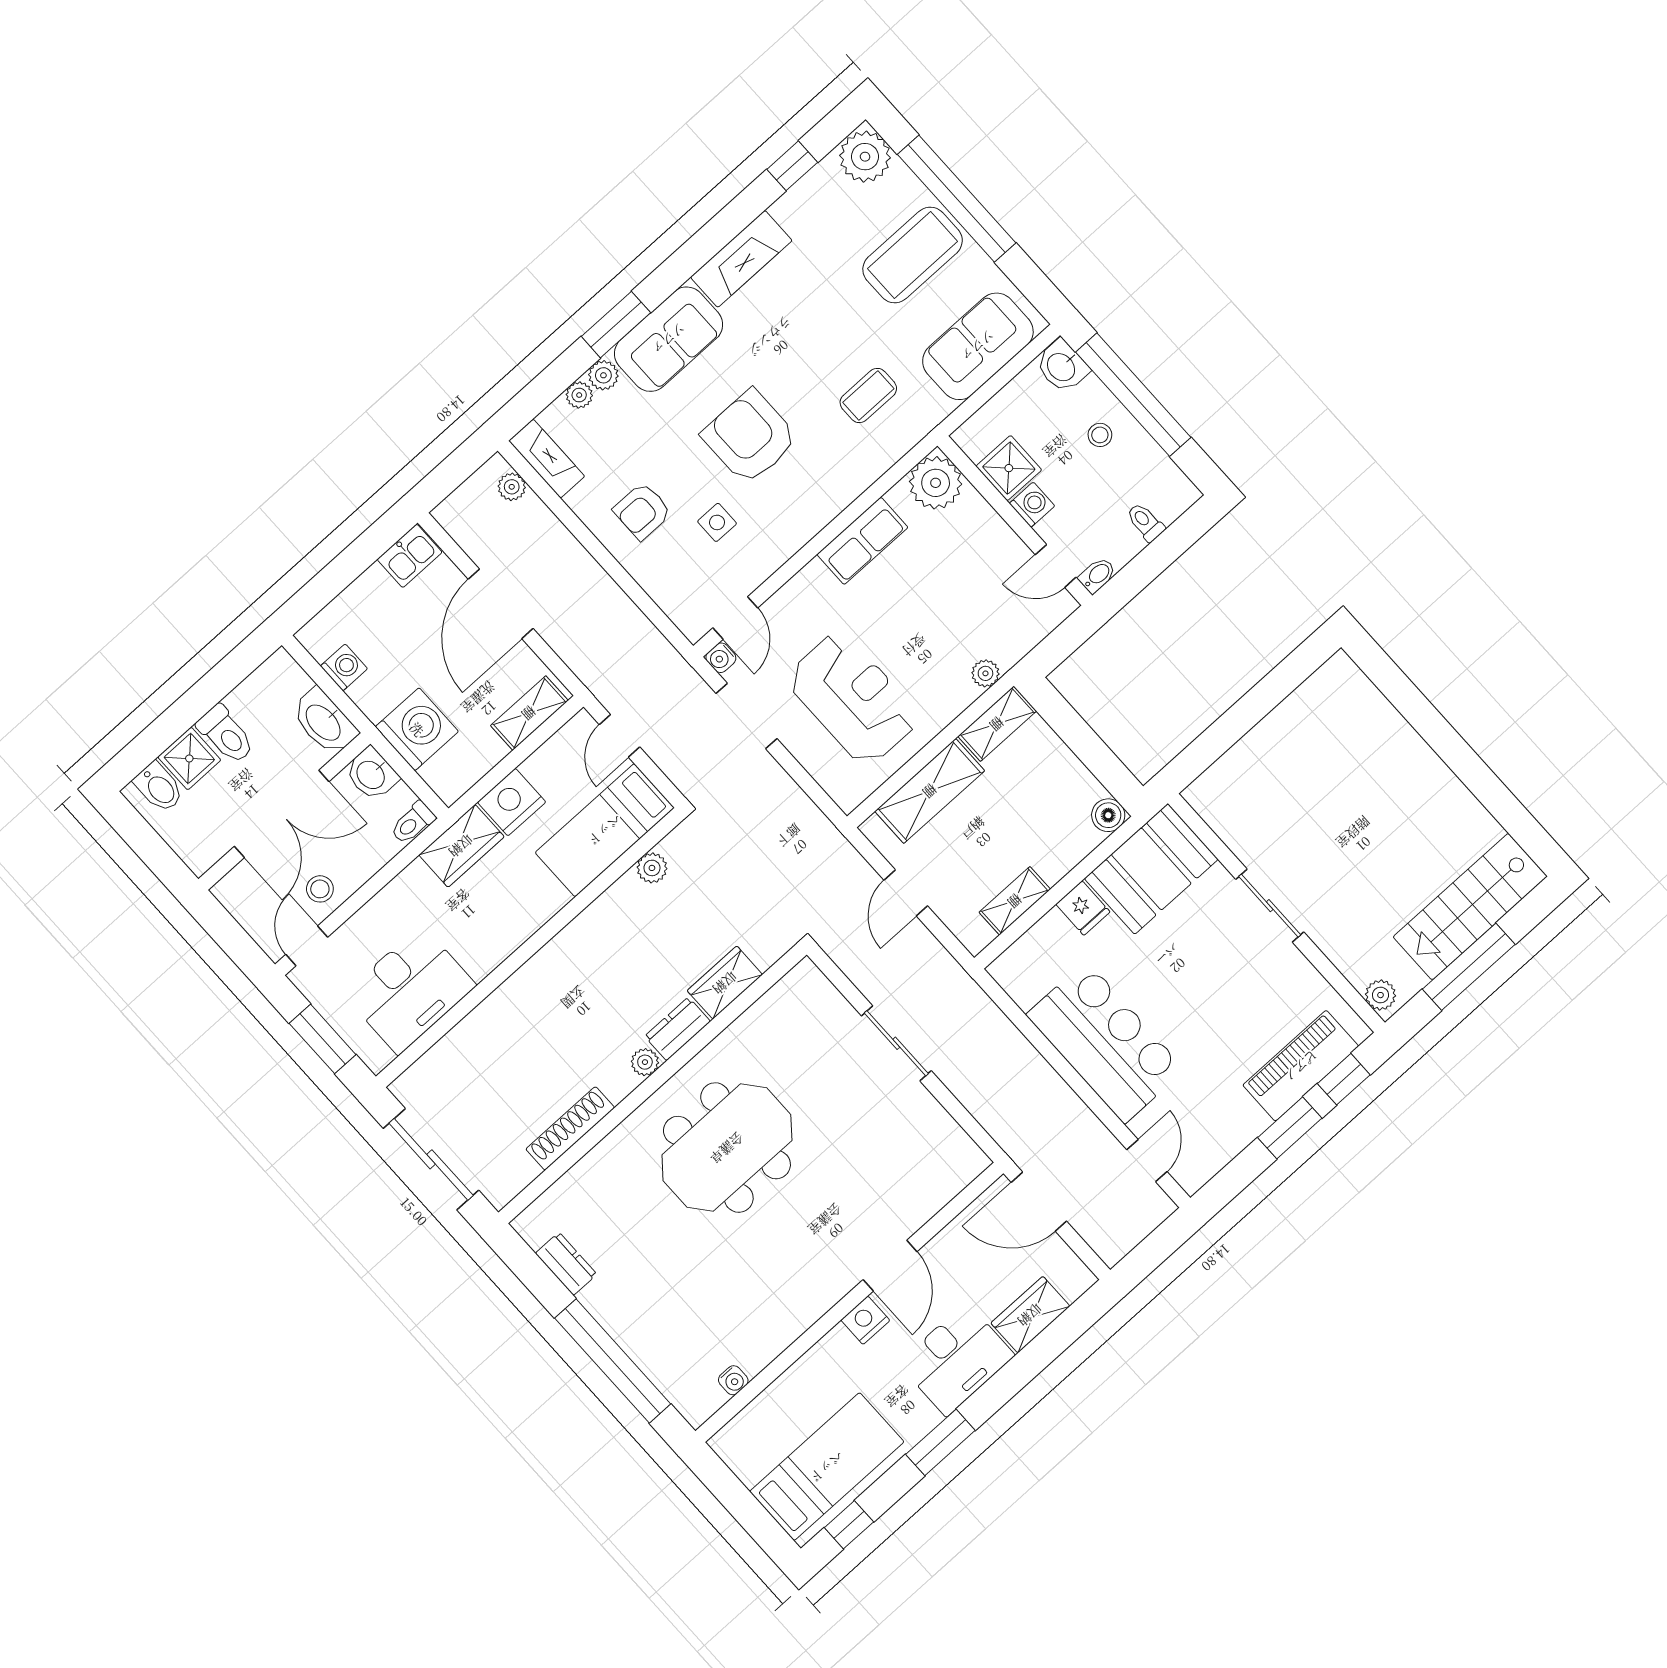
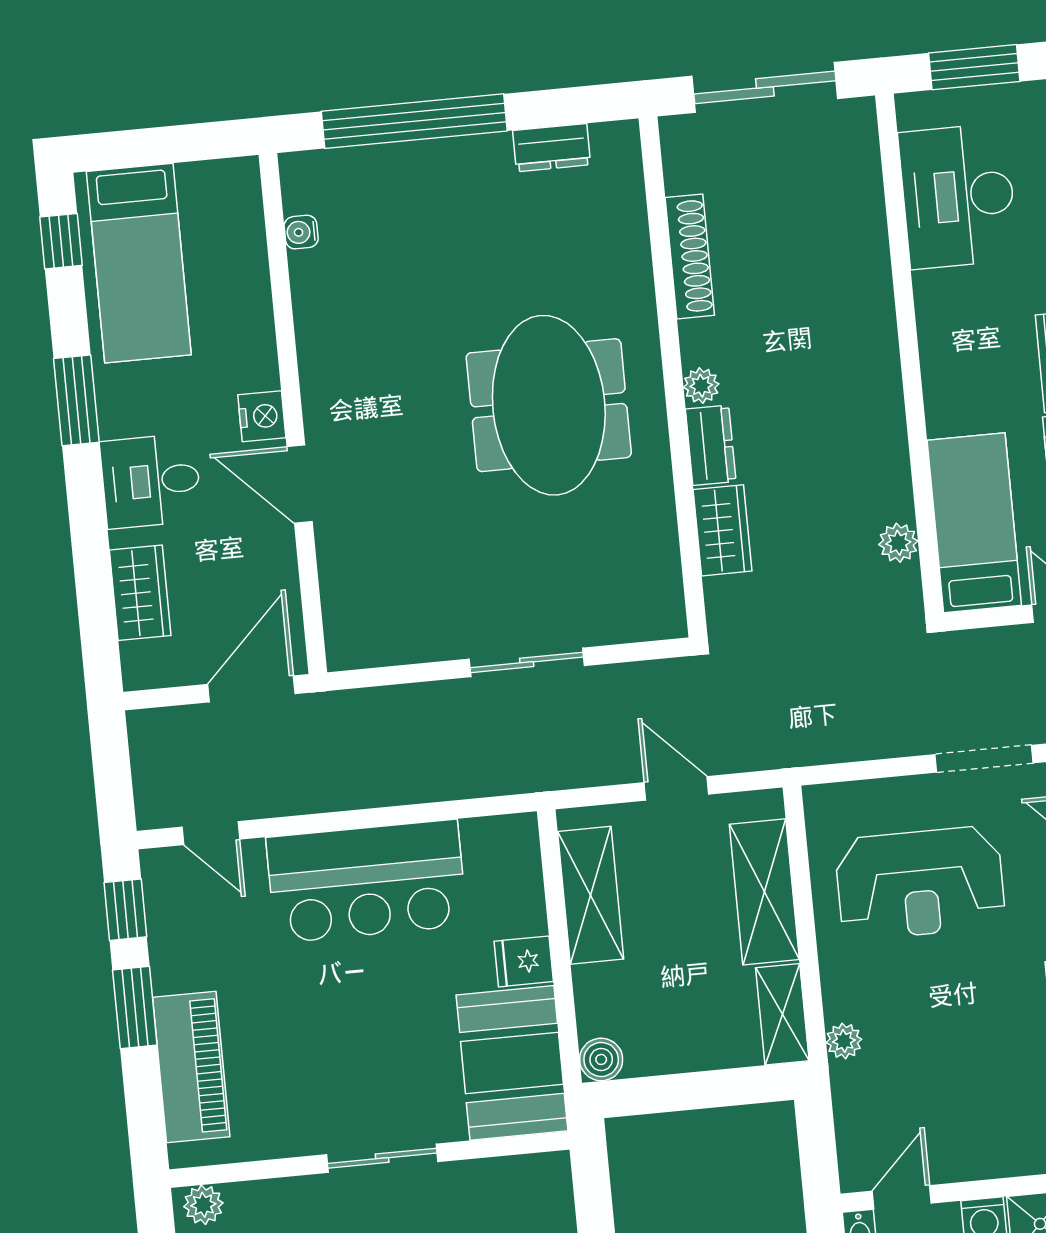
shelving: (1015, 901) -> (591, 895), width x1.50, depth x1.33
window: (1344, 1079) -> (125, 910), moved
desk: (956, 1359) -> (151, 481), width x0.73

